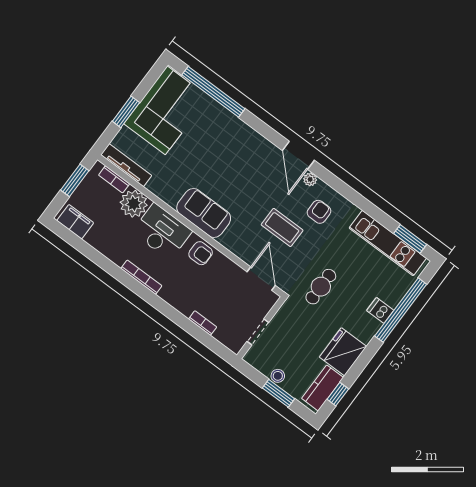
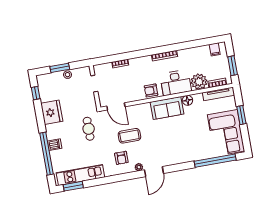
door: (298, 155) -> (154, 172), swing flipped
floor lamp: (170, 196) -> (187, 100), added
filing cabinet: (75, 222) -> (215, 49), width x0.50
kitchen counter: (322, 388) -> (44, 89), removed

